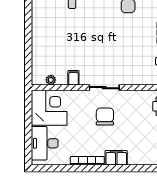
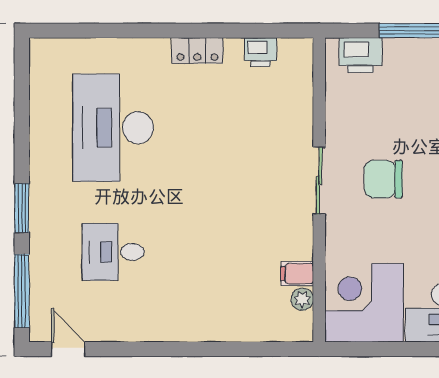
filing cabinet: (73, 78) -> (297, 274), moved

